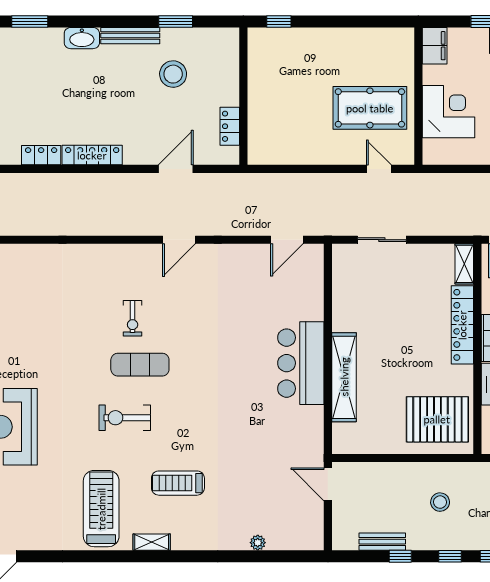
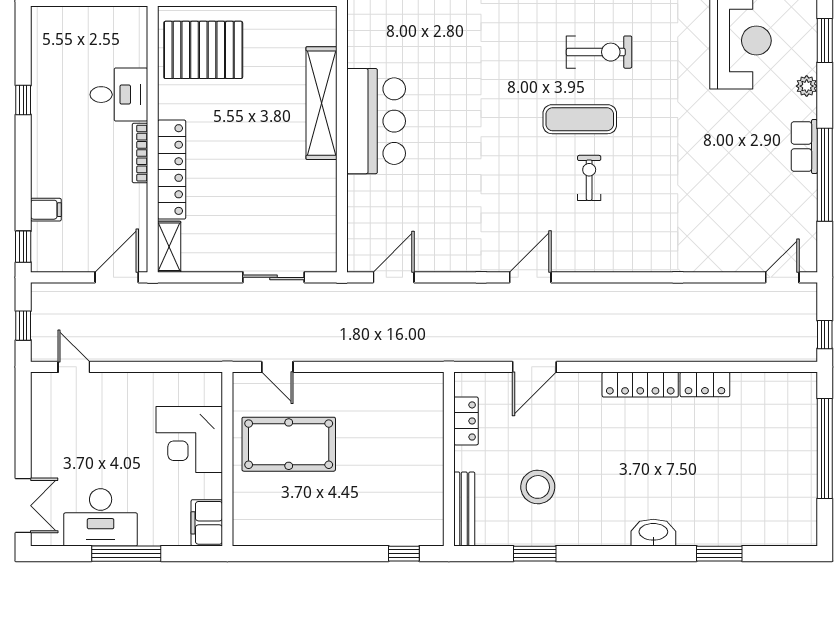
bench: (130, 36) -> (464, 509), moved, turned 90

